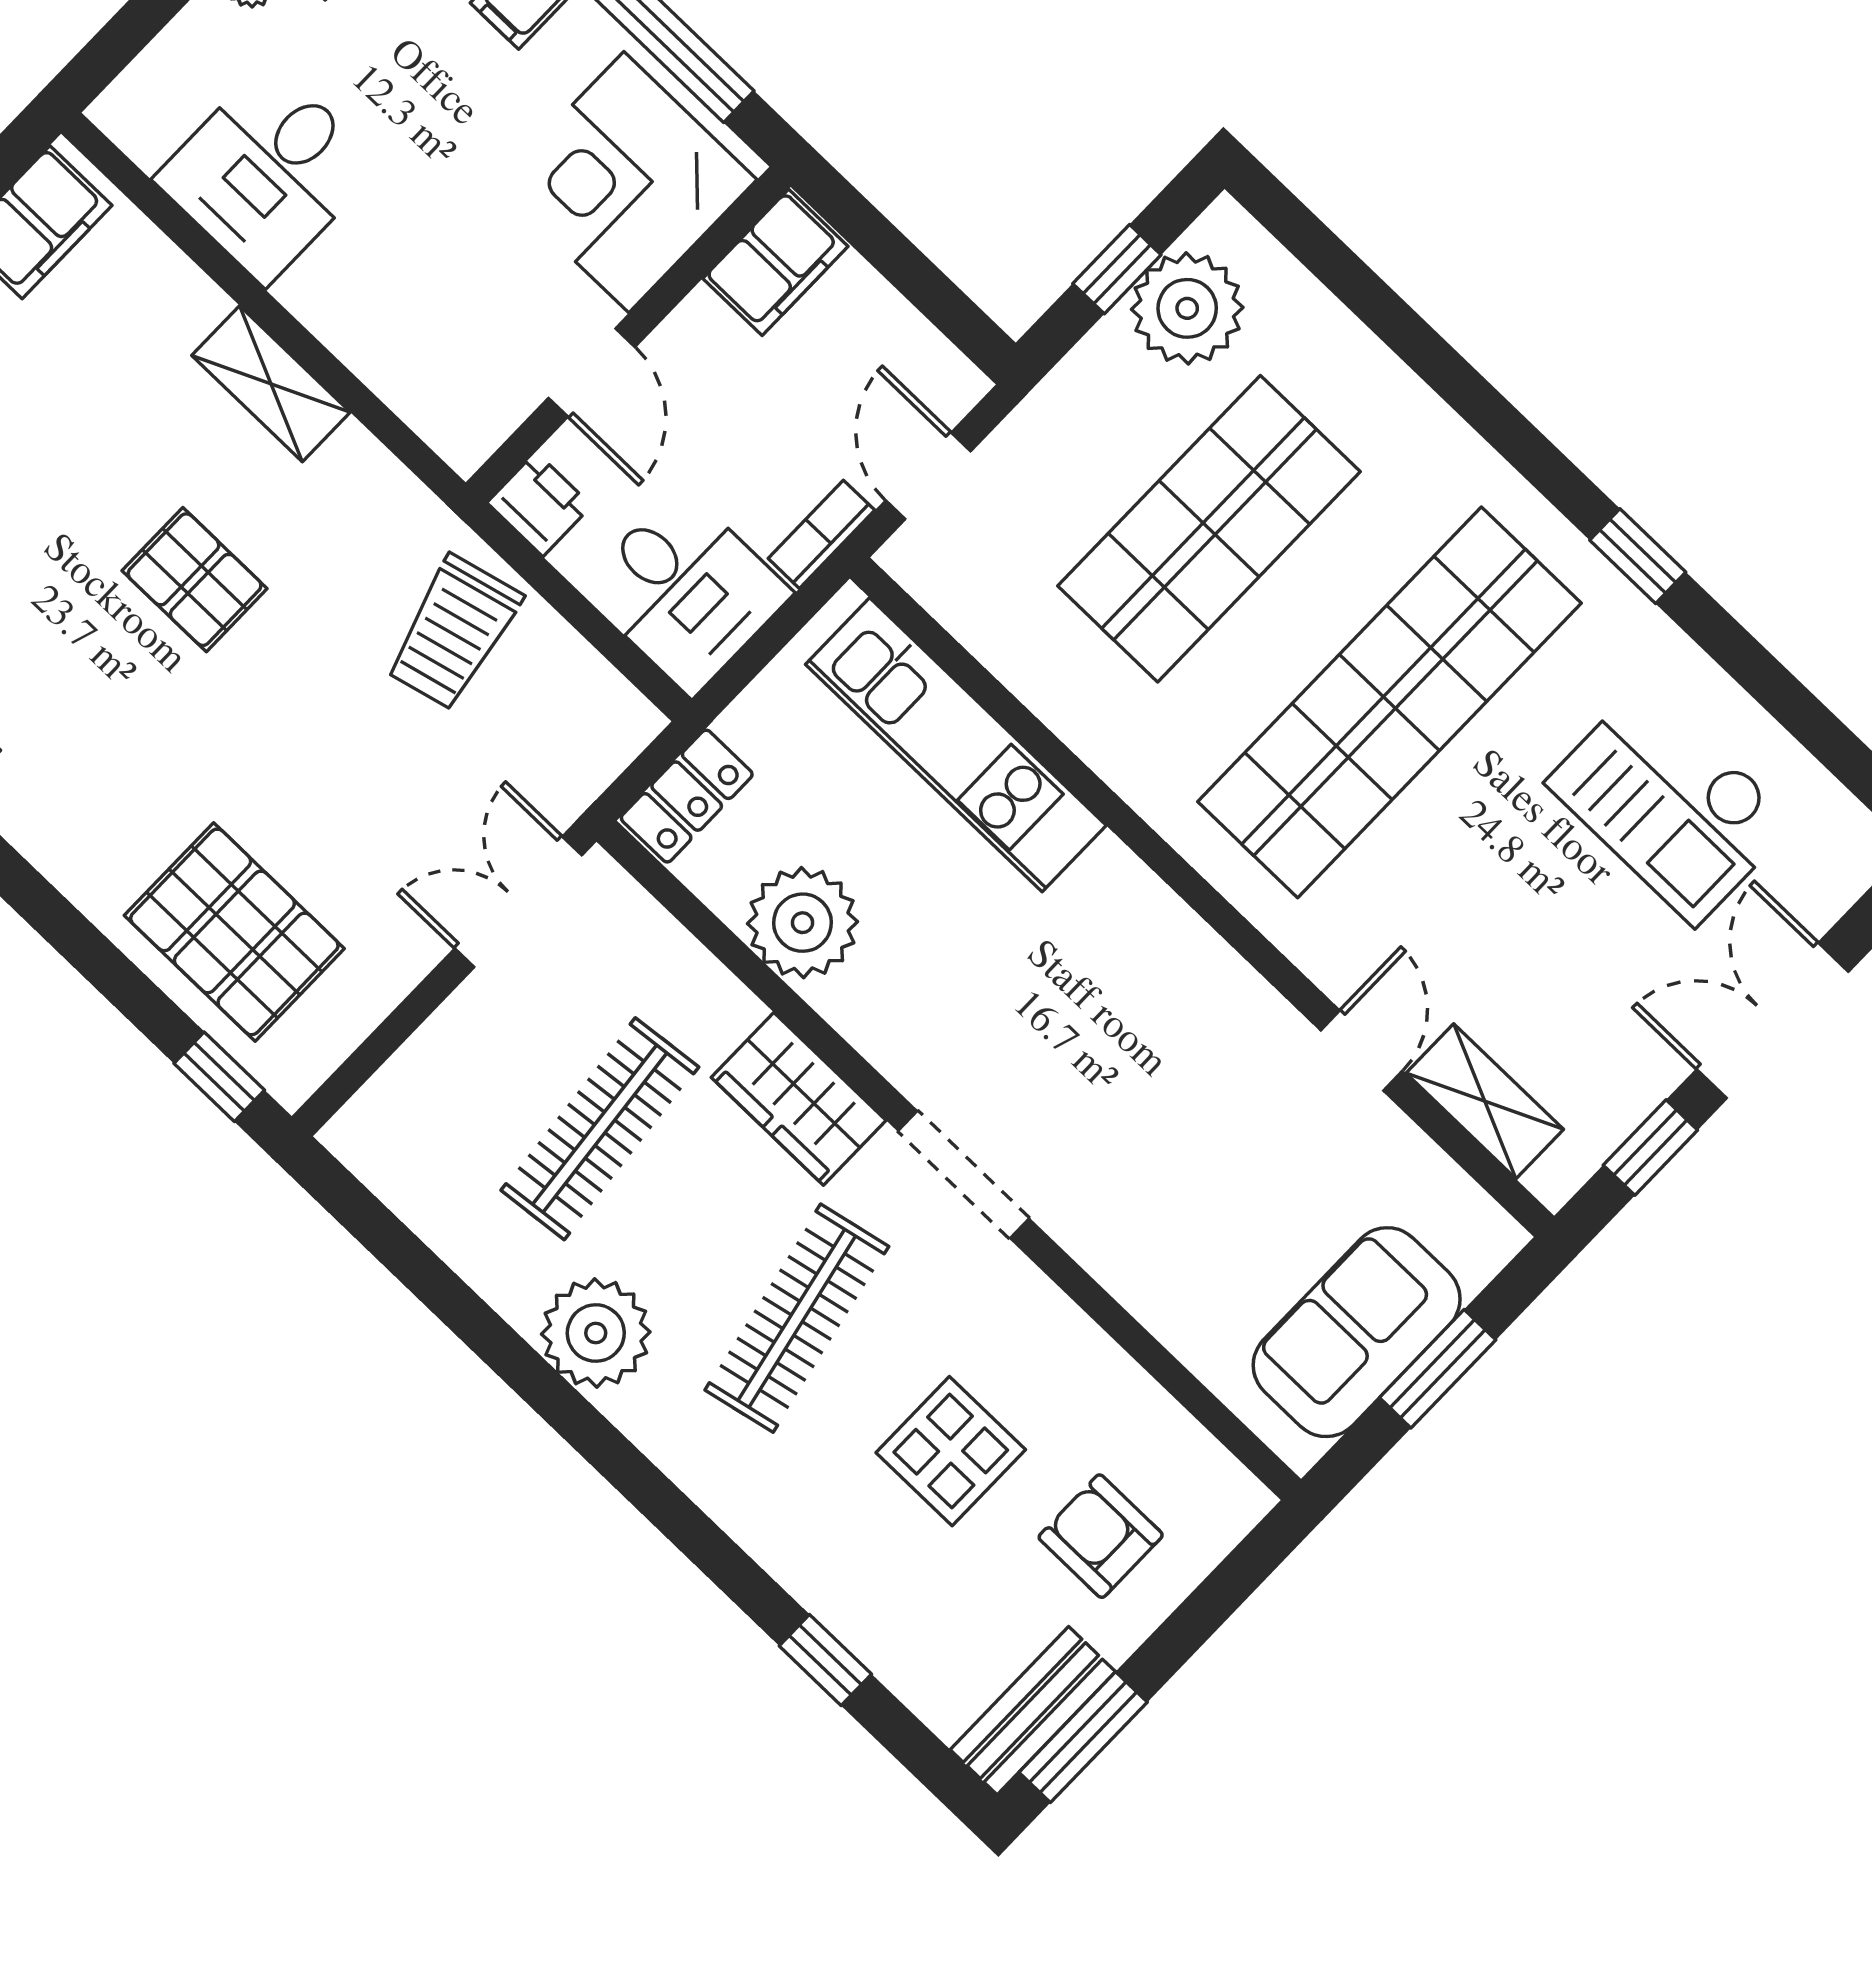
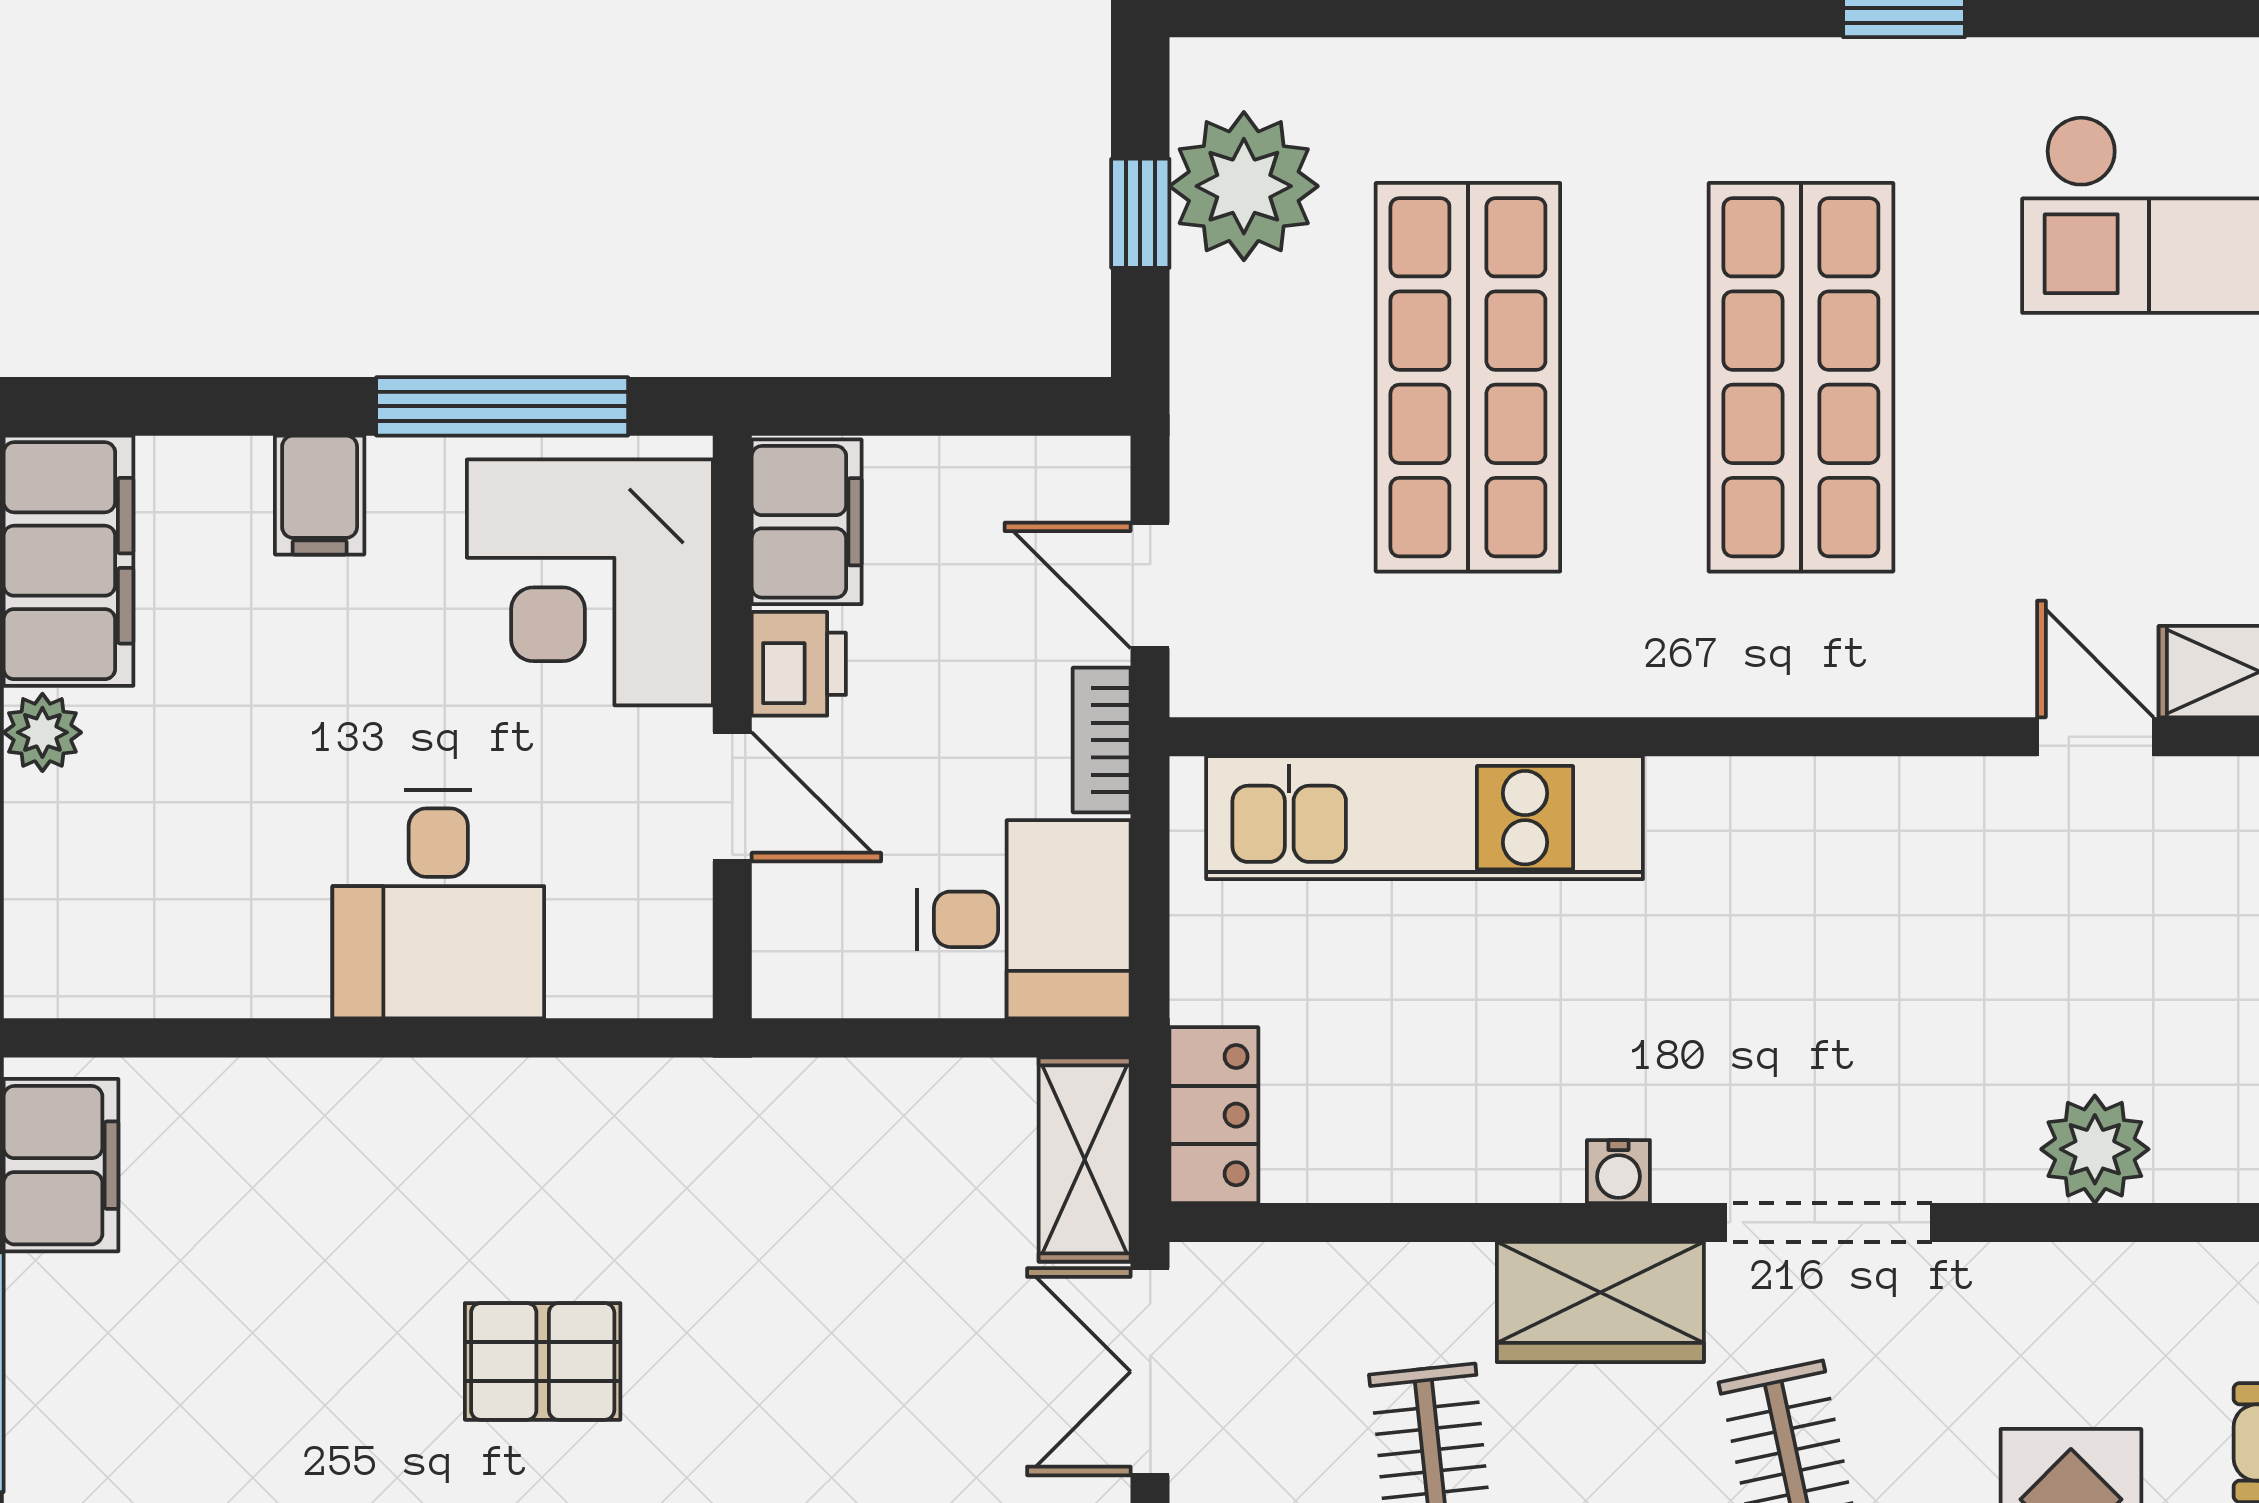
desk: (267, 173) -> (438, 904), moved
shelving: (271, 384) -> (1085, 1159), moved, turned 90
printer: (539, 504) -> (799, 664), moved, turned 90
trolley: (453, 633) -> (840, 1173), removed
shop shelf: (1389, 702) -> (1801, 377), width x0.71
plant: (803, 923) -> (2095, 1149), moved, width x0.73, depth x0.73
water cooler: (876, 1038) -> (1618, 1172), added

